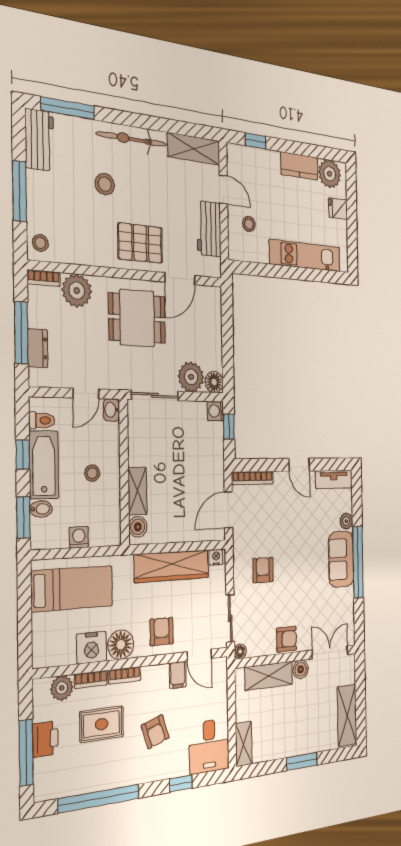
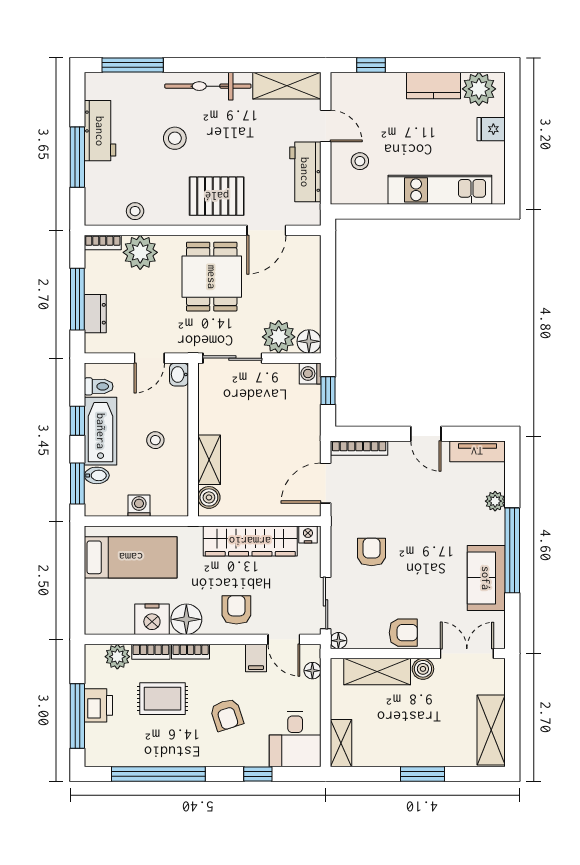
workbench: (39, 140) -> (100, 131), moved
stool: (40, 243) -> (135, 211), moved
dining table: (137, 318) -> (212, 277), turned 90
sofa: (341, 559) -> (486, 578), moved
floor lamp: (221, 681) -> (312, 671), added

